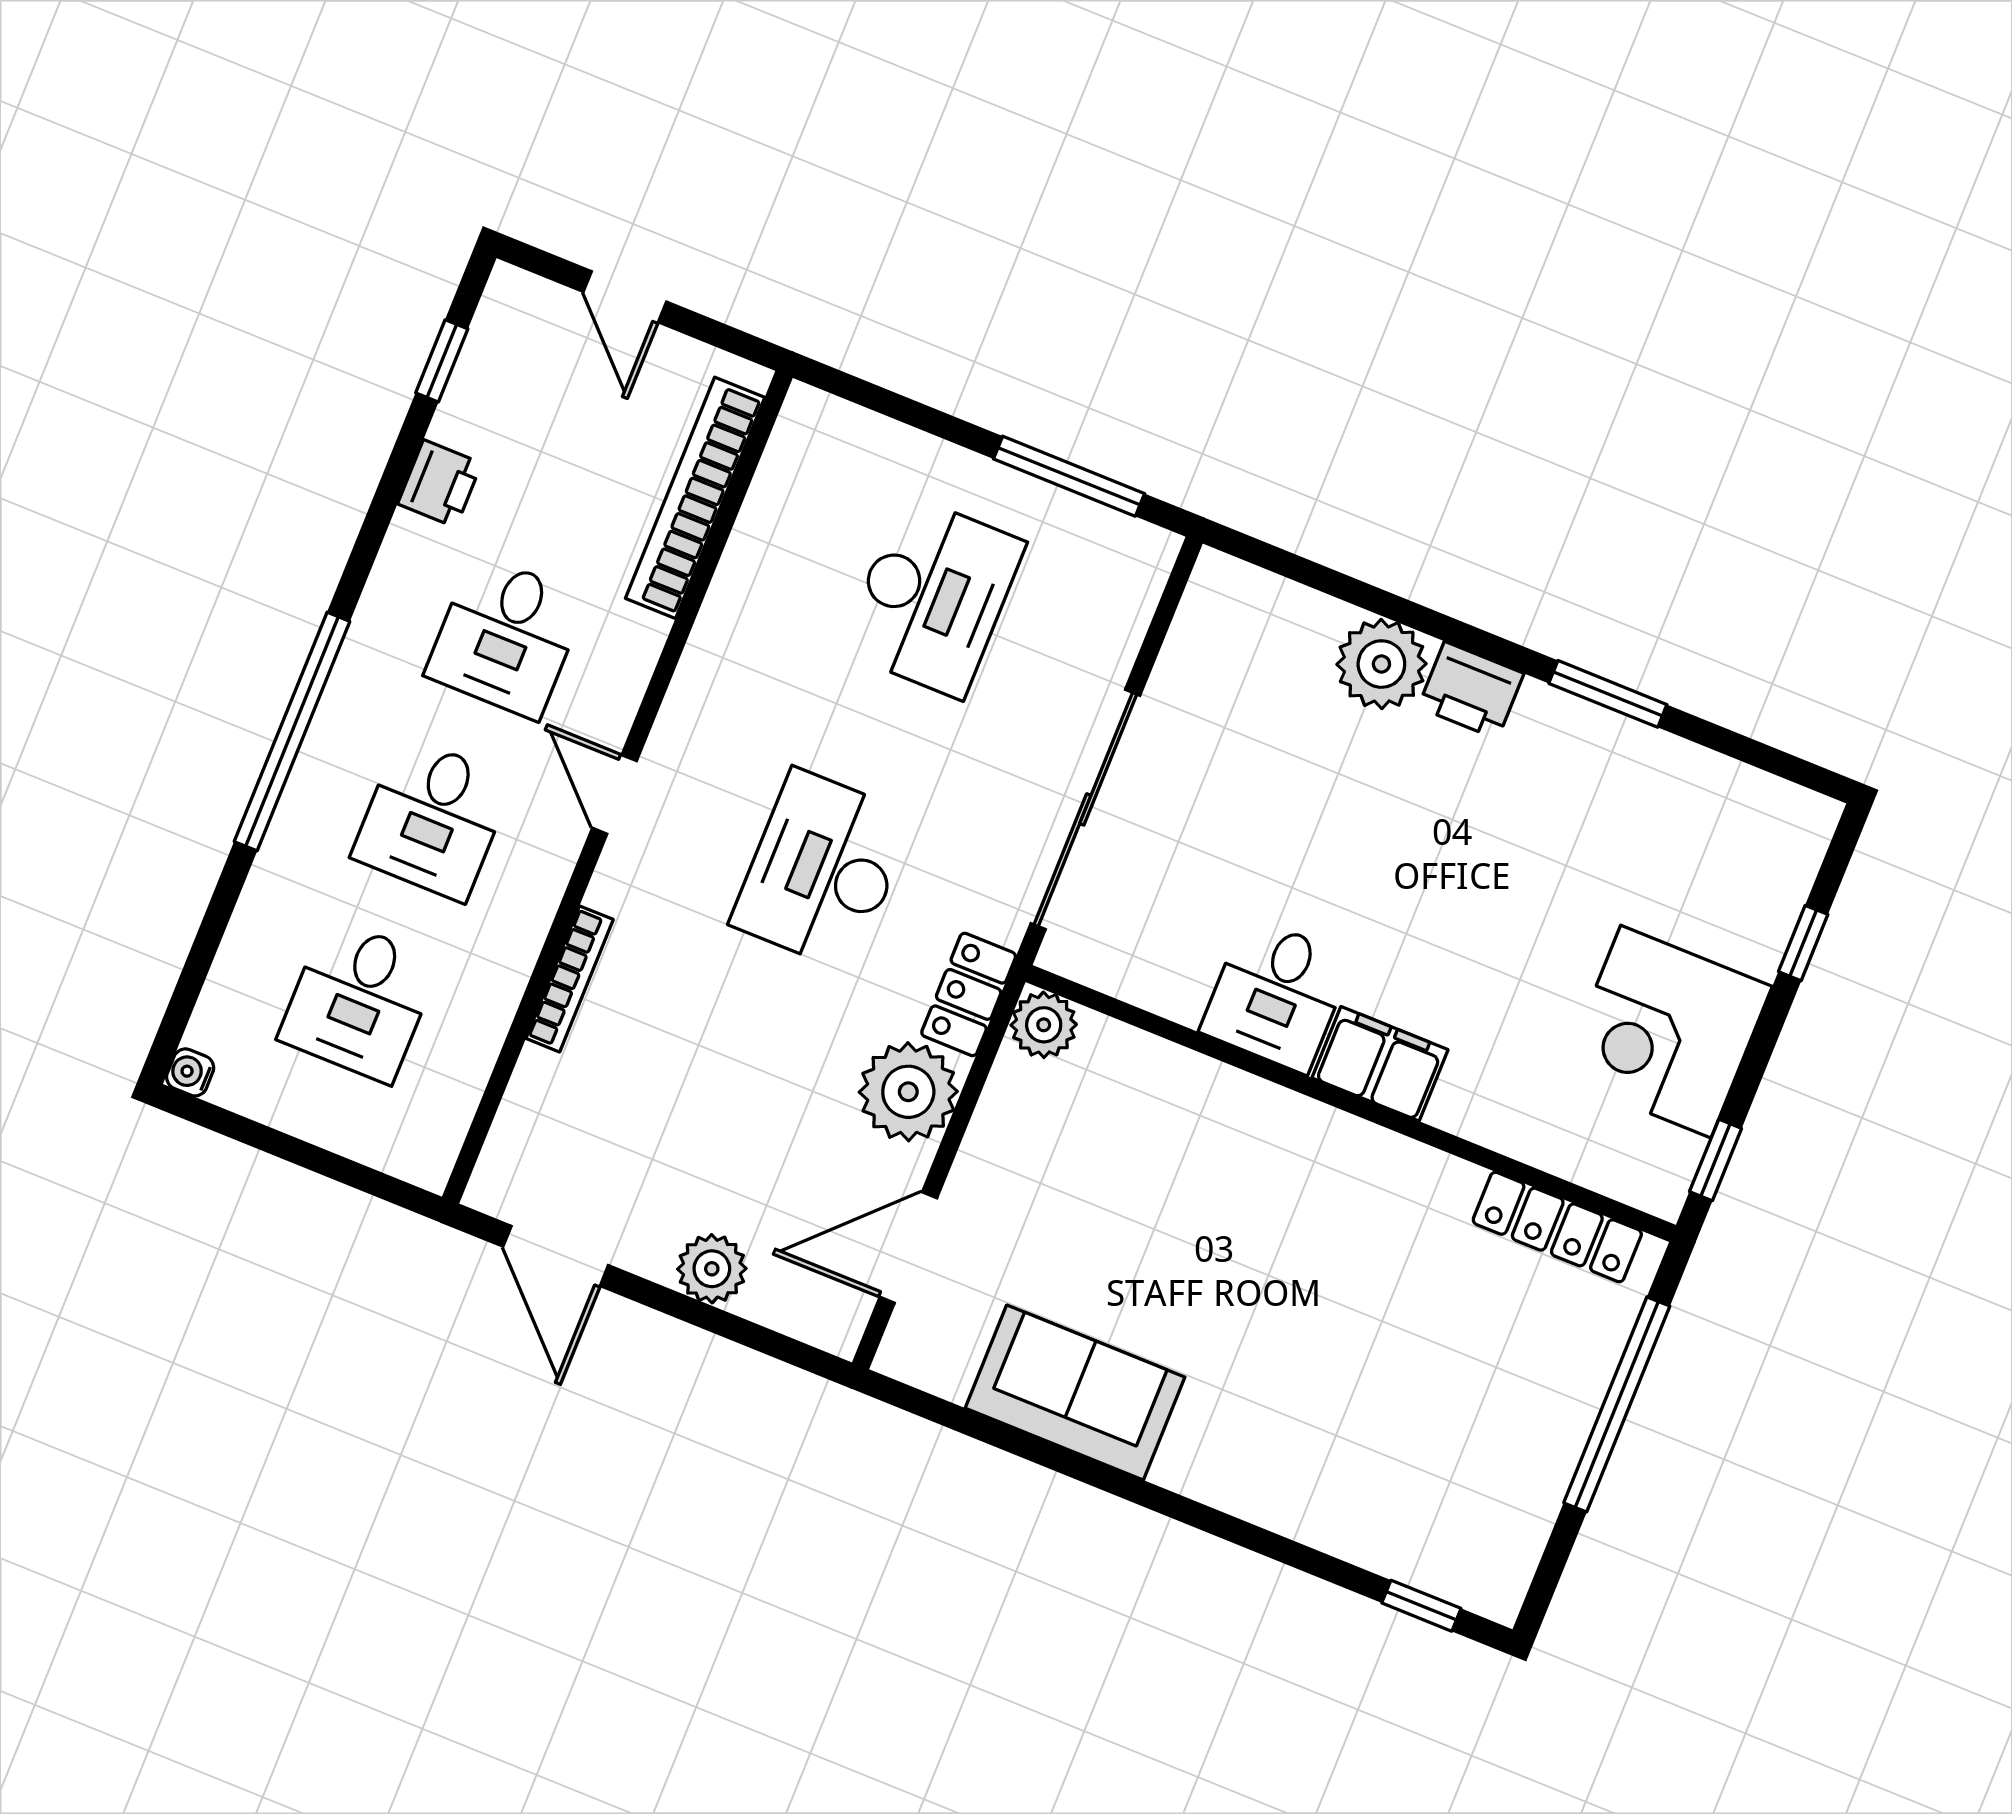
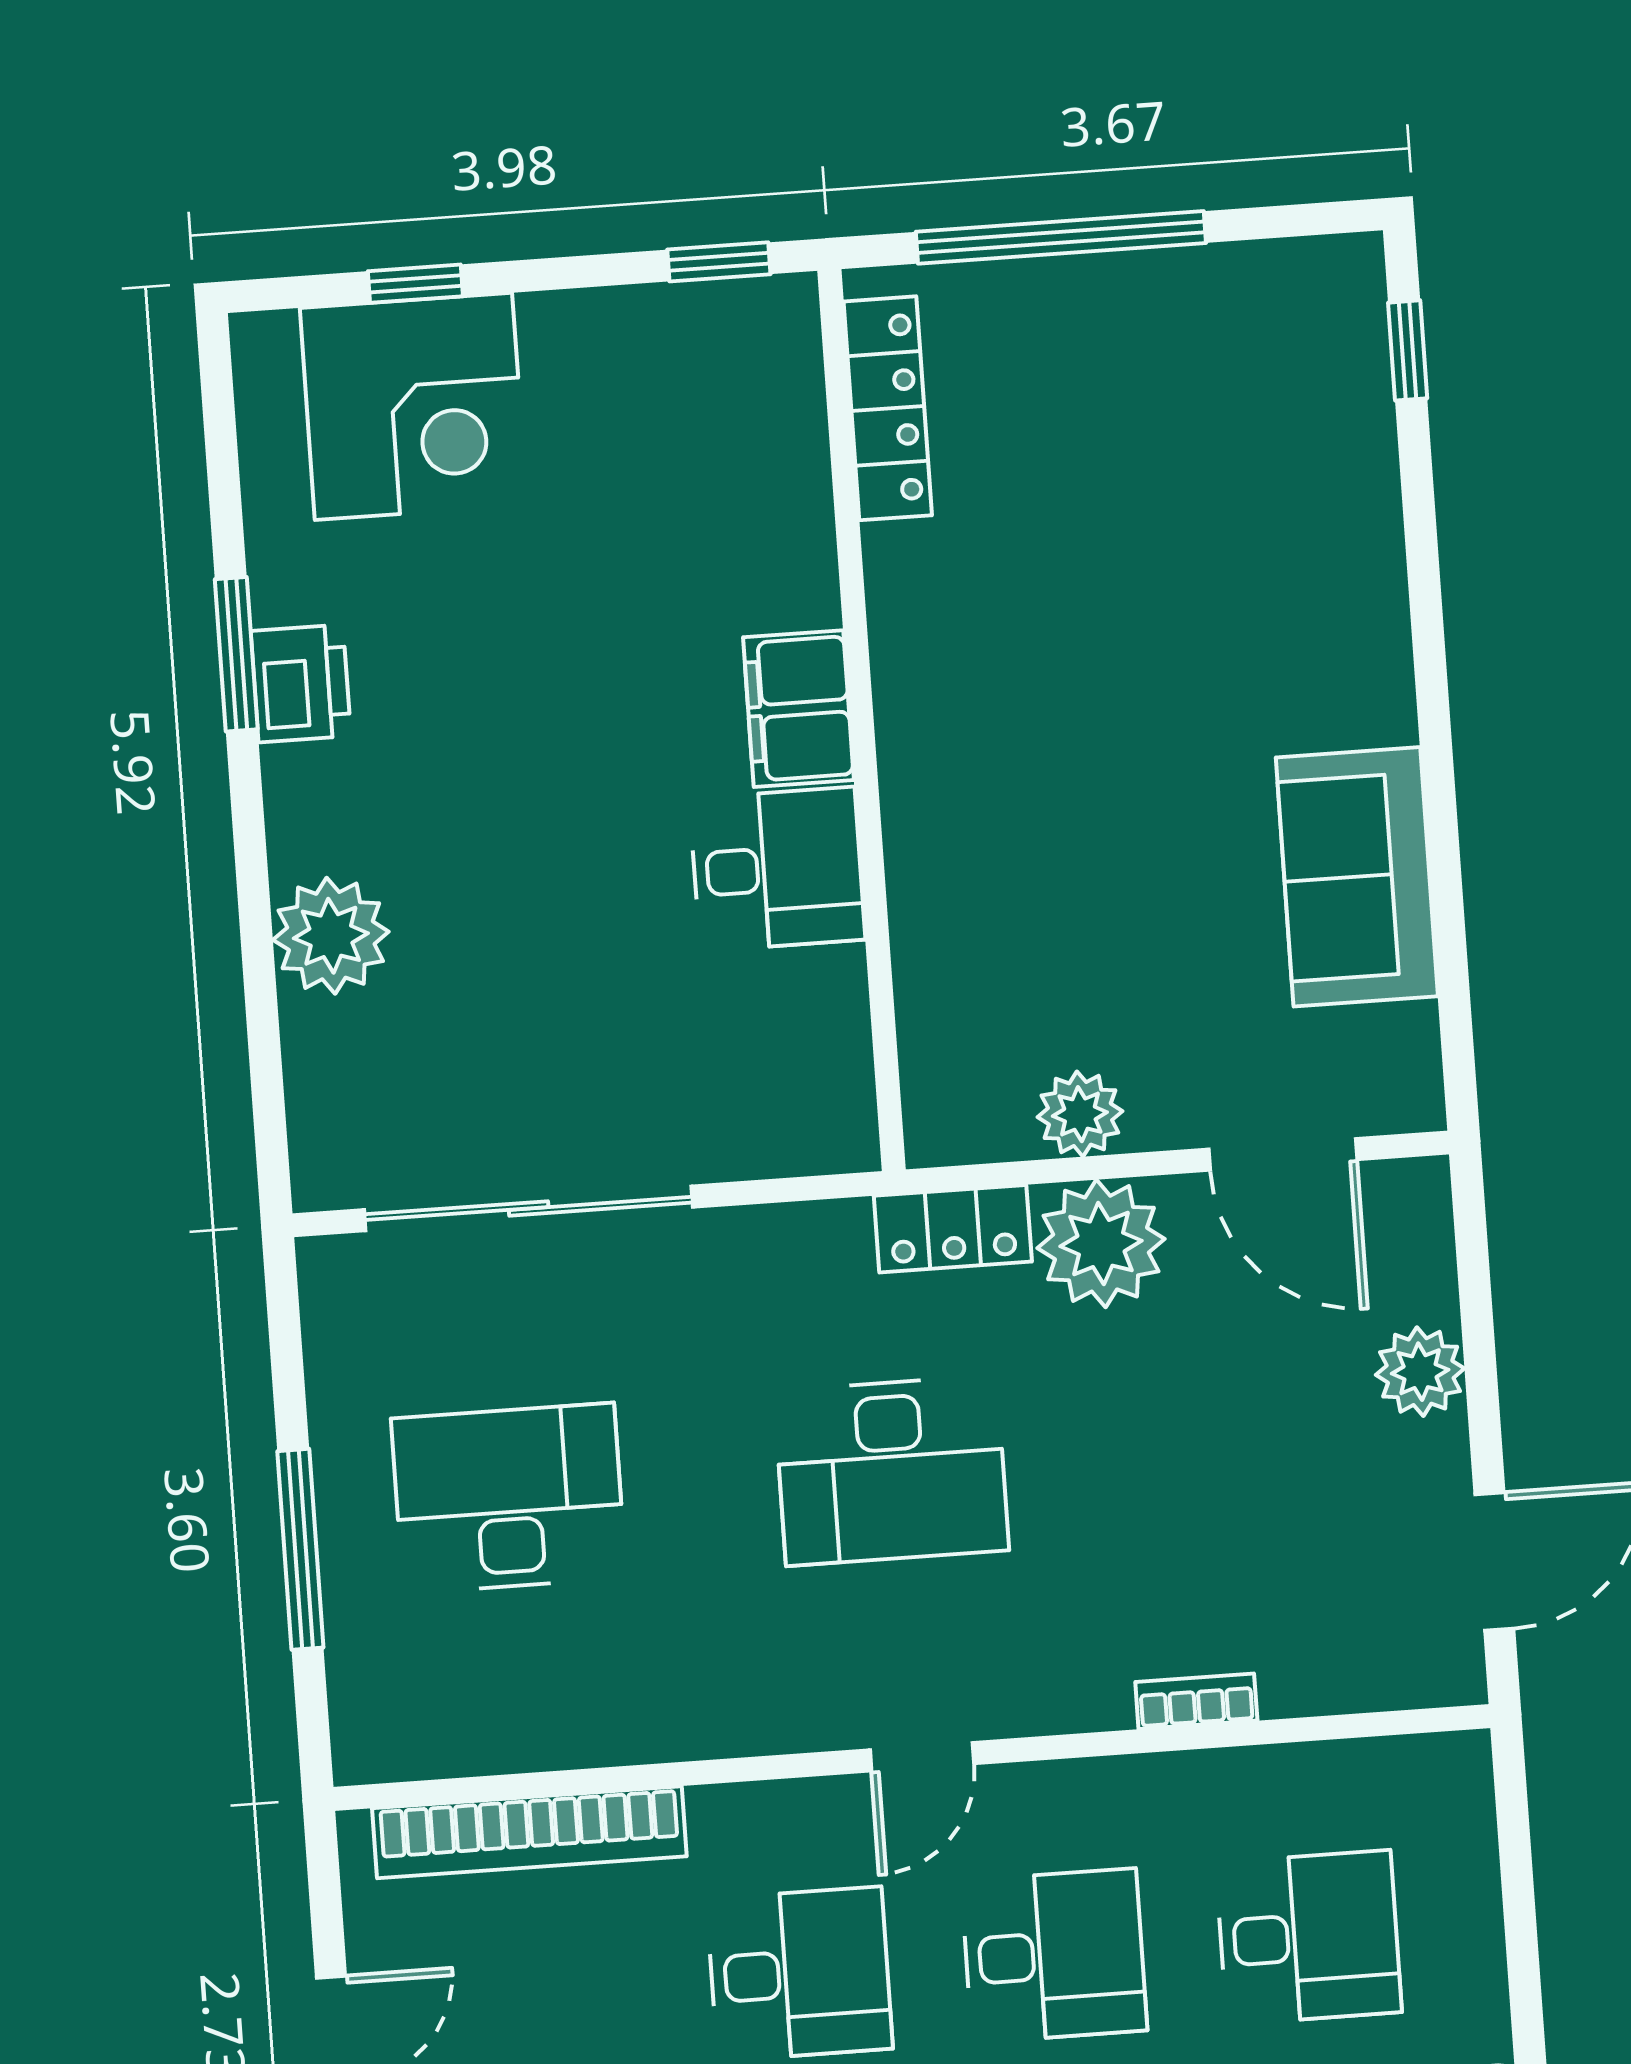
window: (1069, 476) -> (300, 1549), moved
printer: (1471, 690) -> (301, 683), moved
sliding door: (1085, 809) -> (529, 1208), moved
bookcase: (570, 979) -> (1196, 1701), width x0.64
plant: (1044, 1025) -> (1080, 1114), moved
corner desk: (1666, 1032) -> (413, 406), moved

